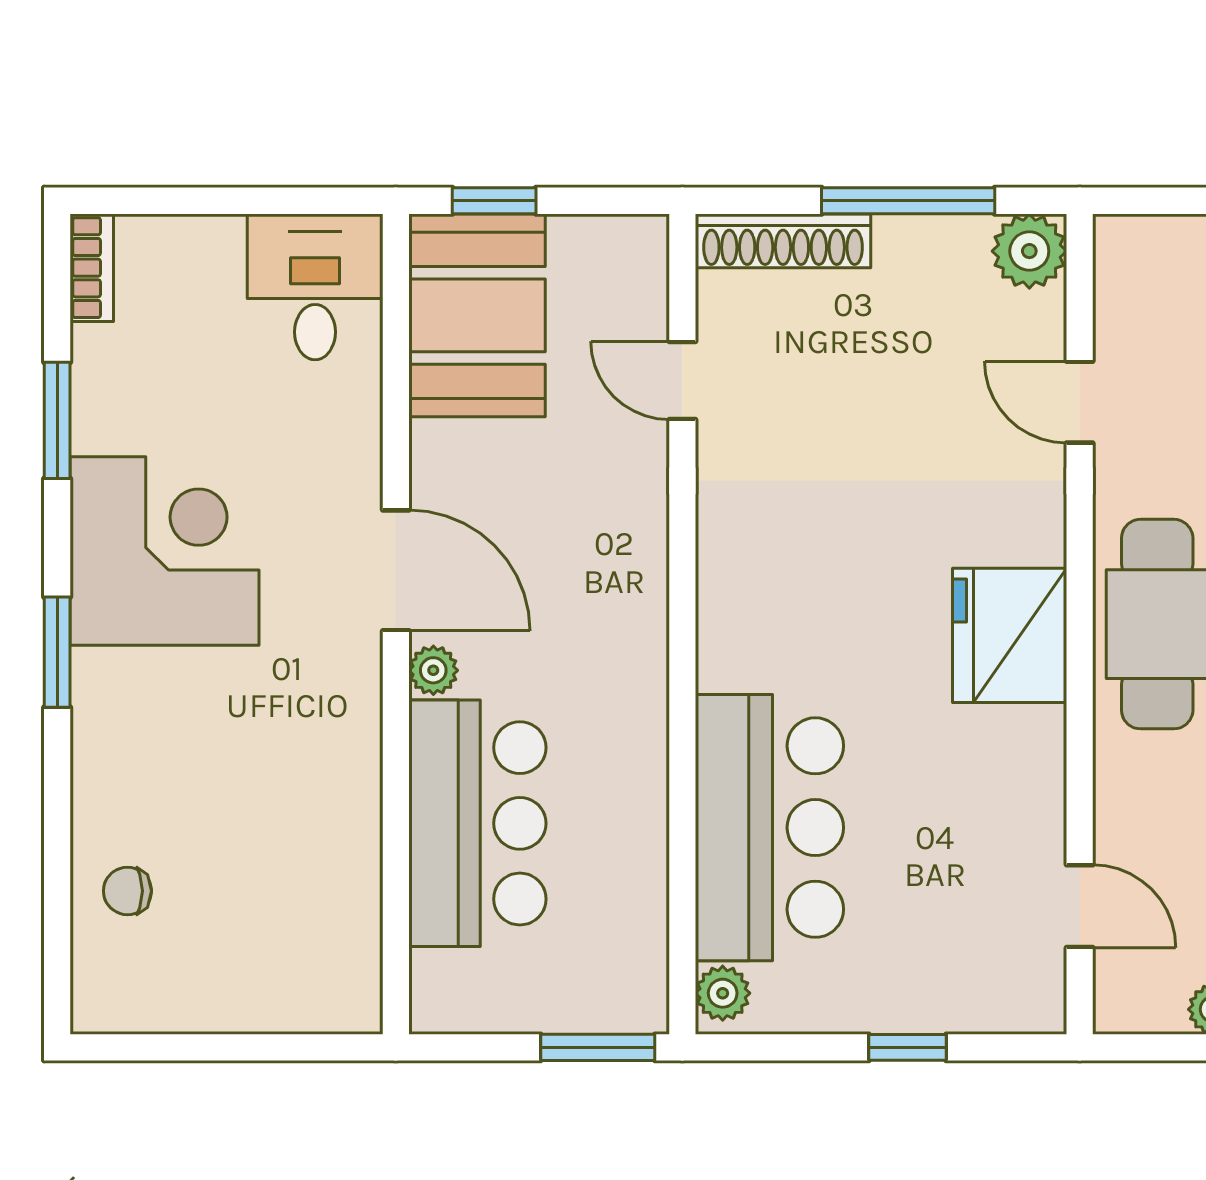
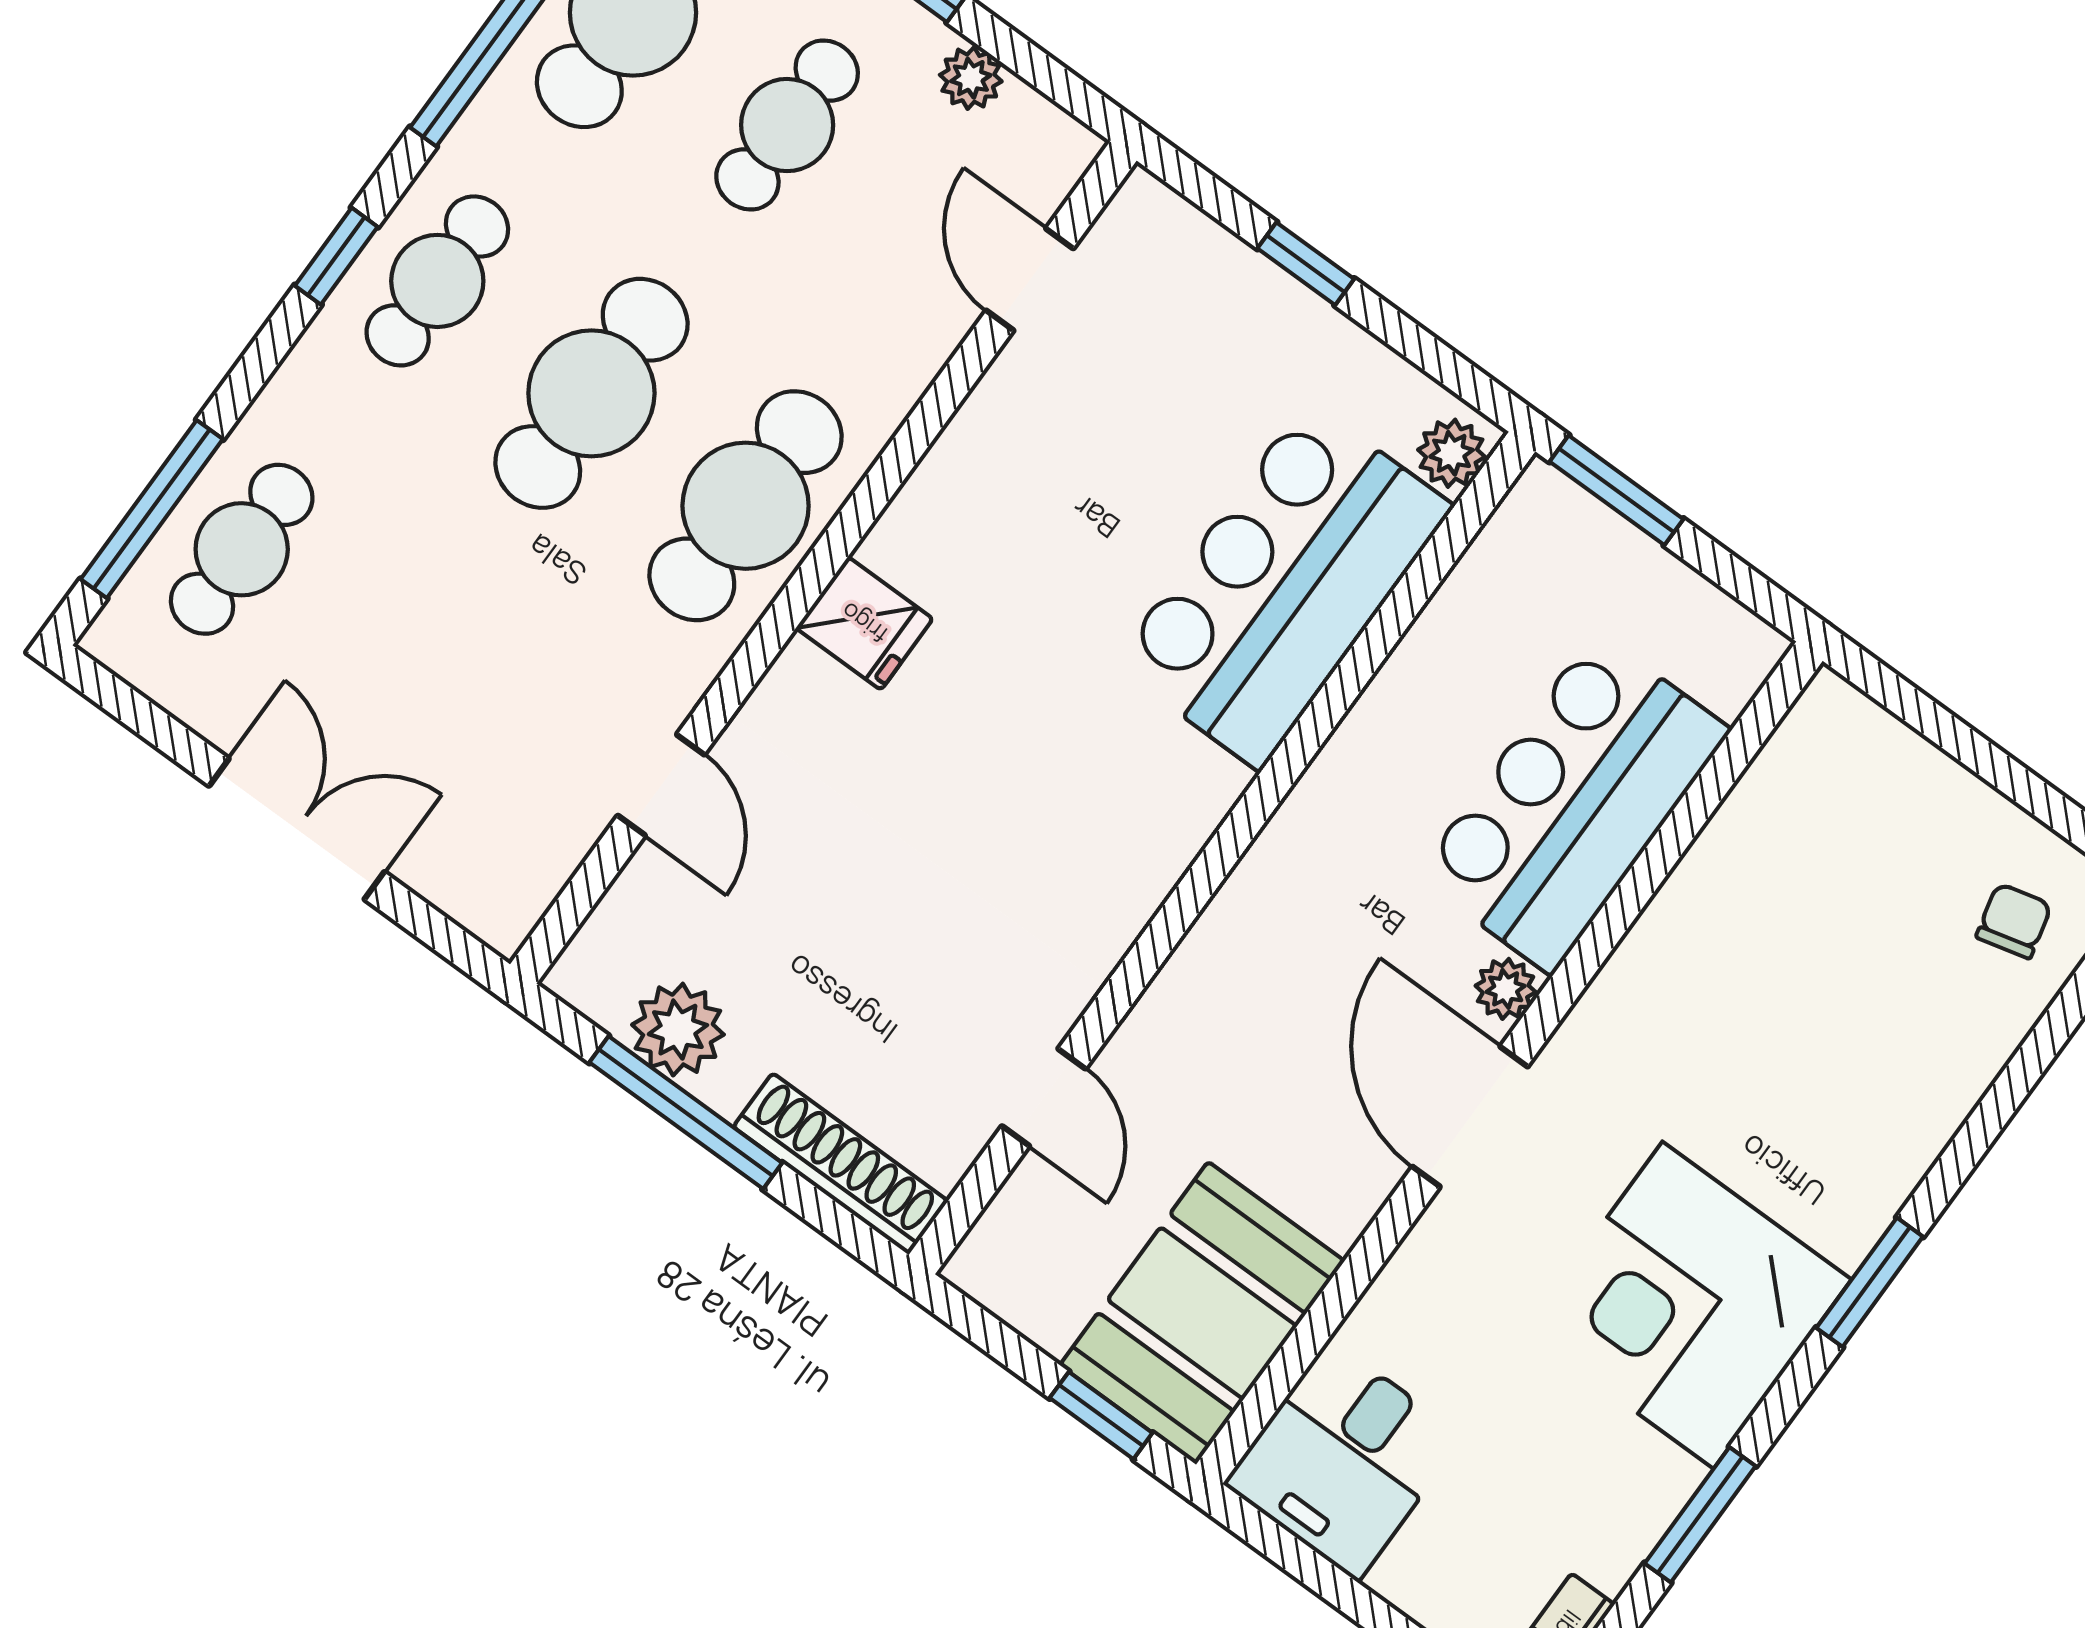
plant: (1029, 251) -> (678, 1030), moved
fridge: (1010, 635) -> (864, 623), width x0.53, depth x0.75
chair: (127, 891) -> (2014, 921), moved, turned -104

